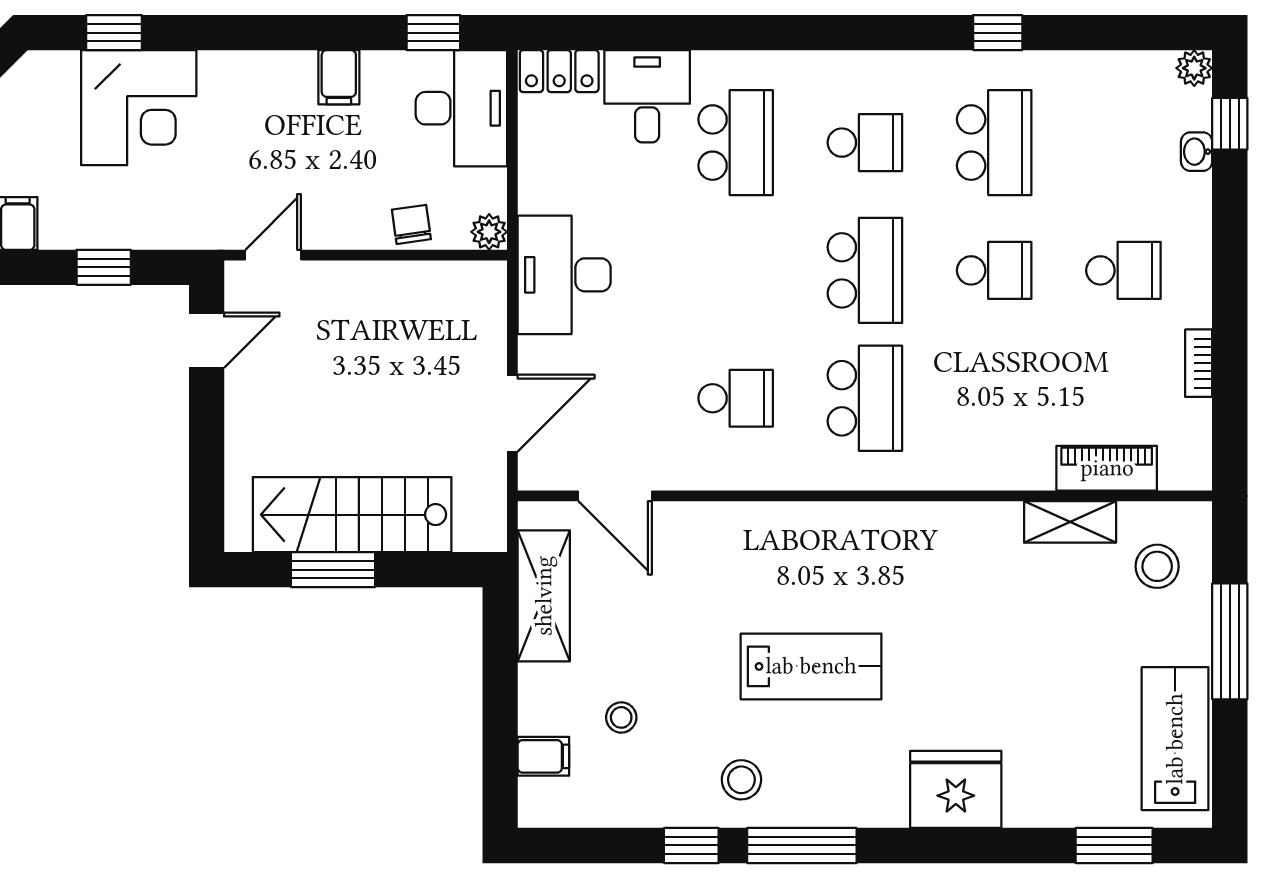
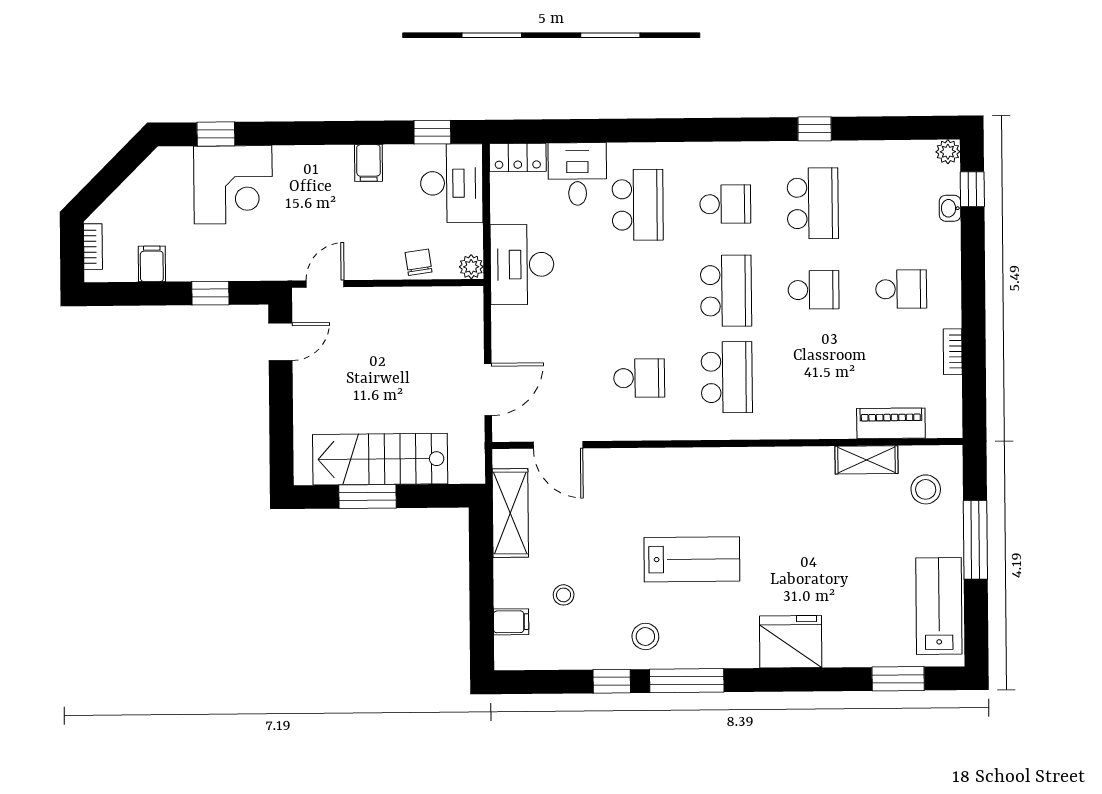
desk: (564, 275) -> (522, 264), moved

